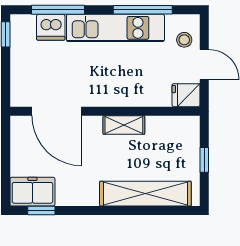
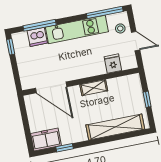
window: (143, 10) -> (105, 12), moved
fridge: (186, 95) -> (113, 64), moved, turned 90
window: (41, 211) -> (65, 148), moved

